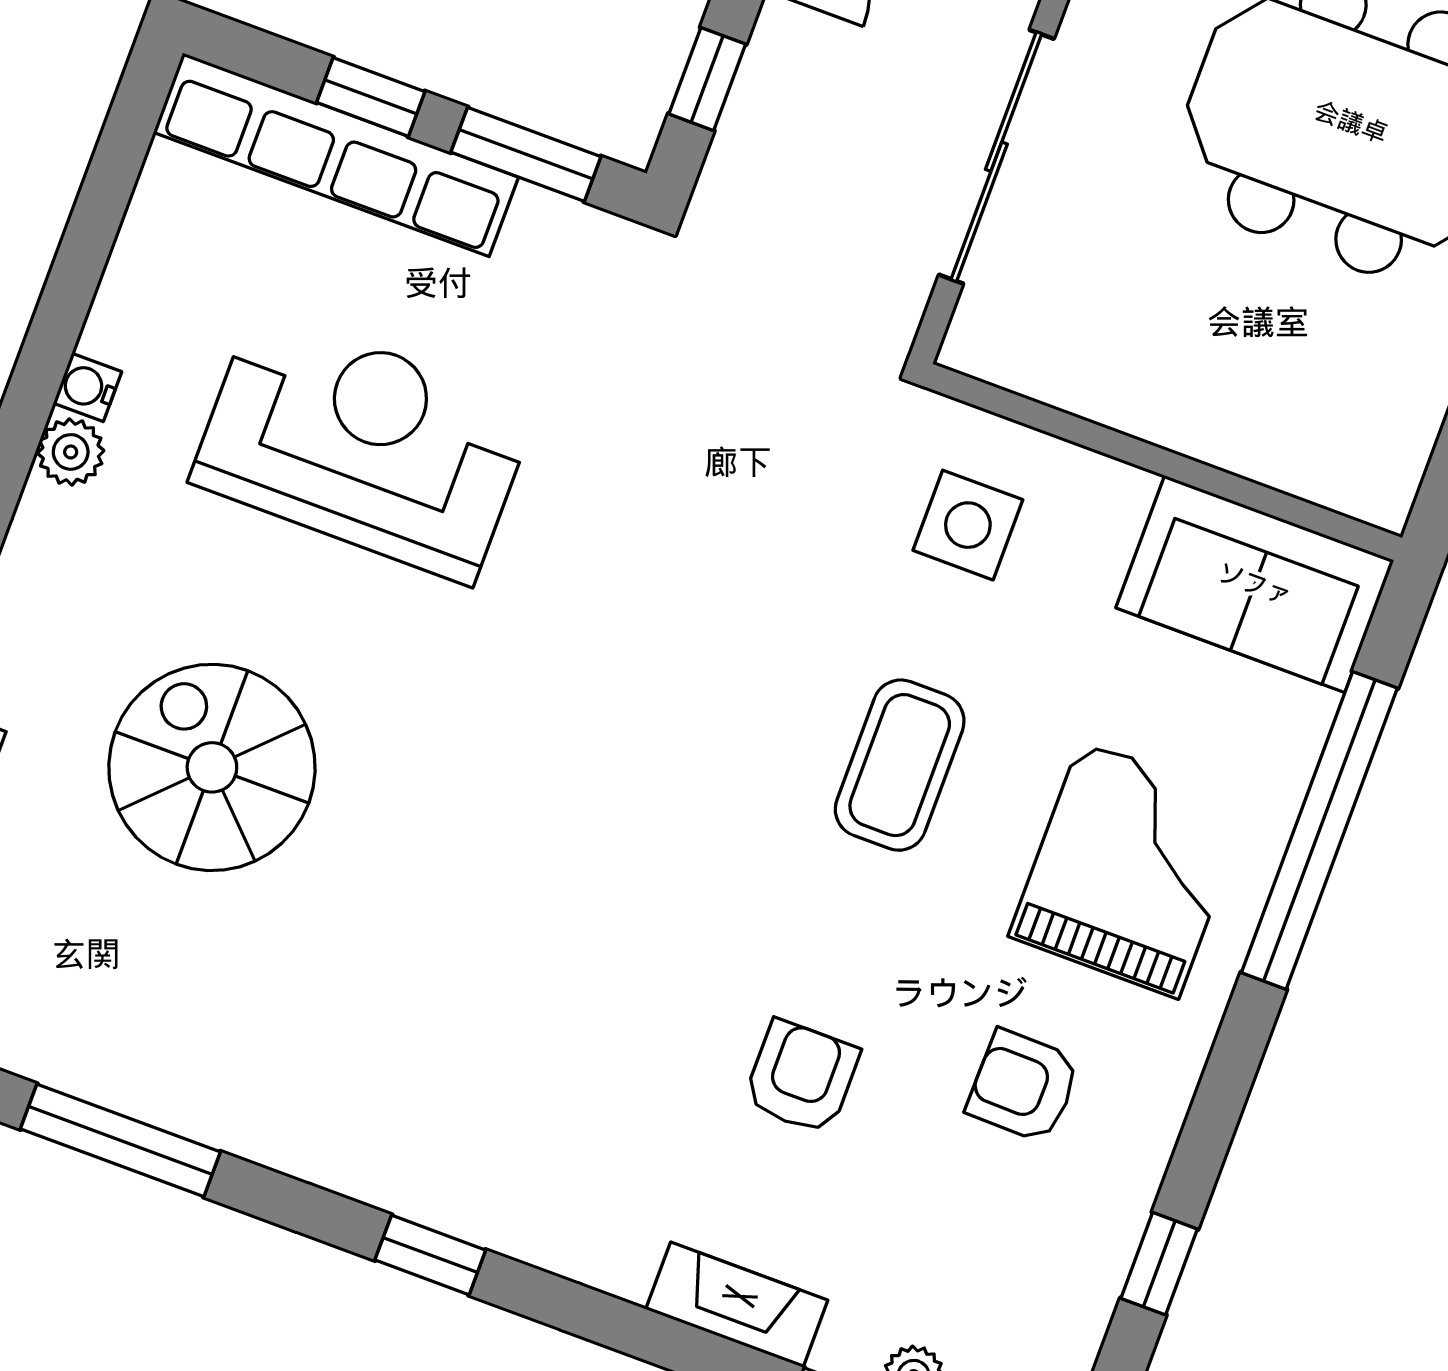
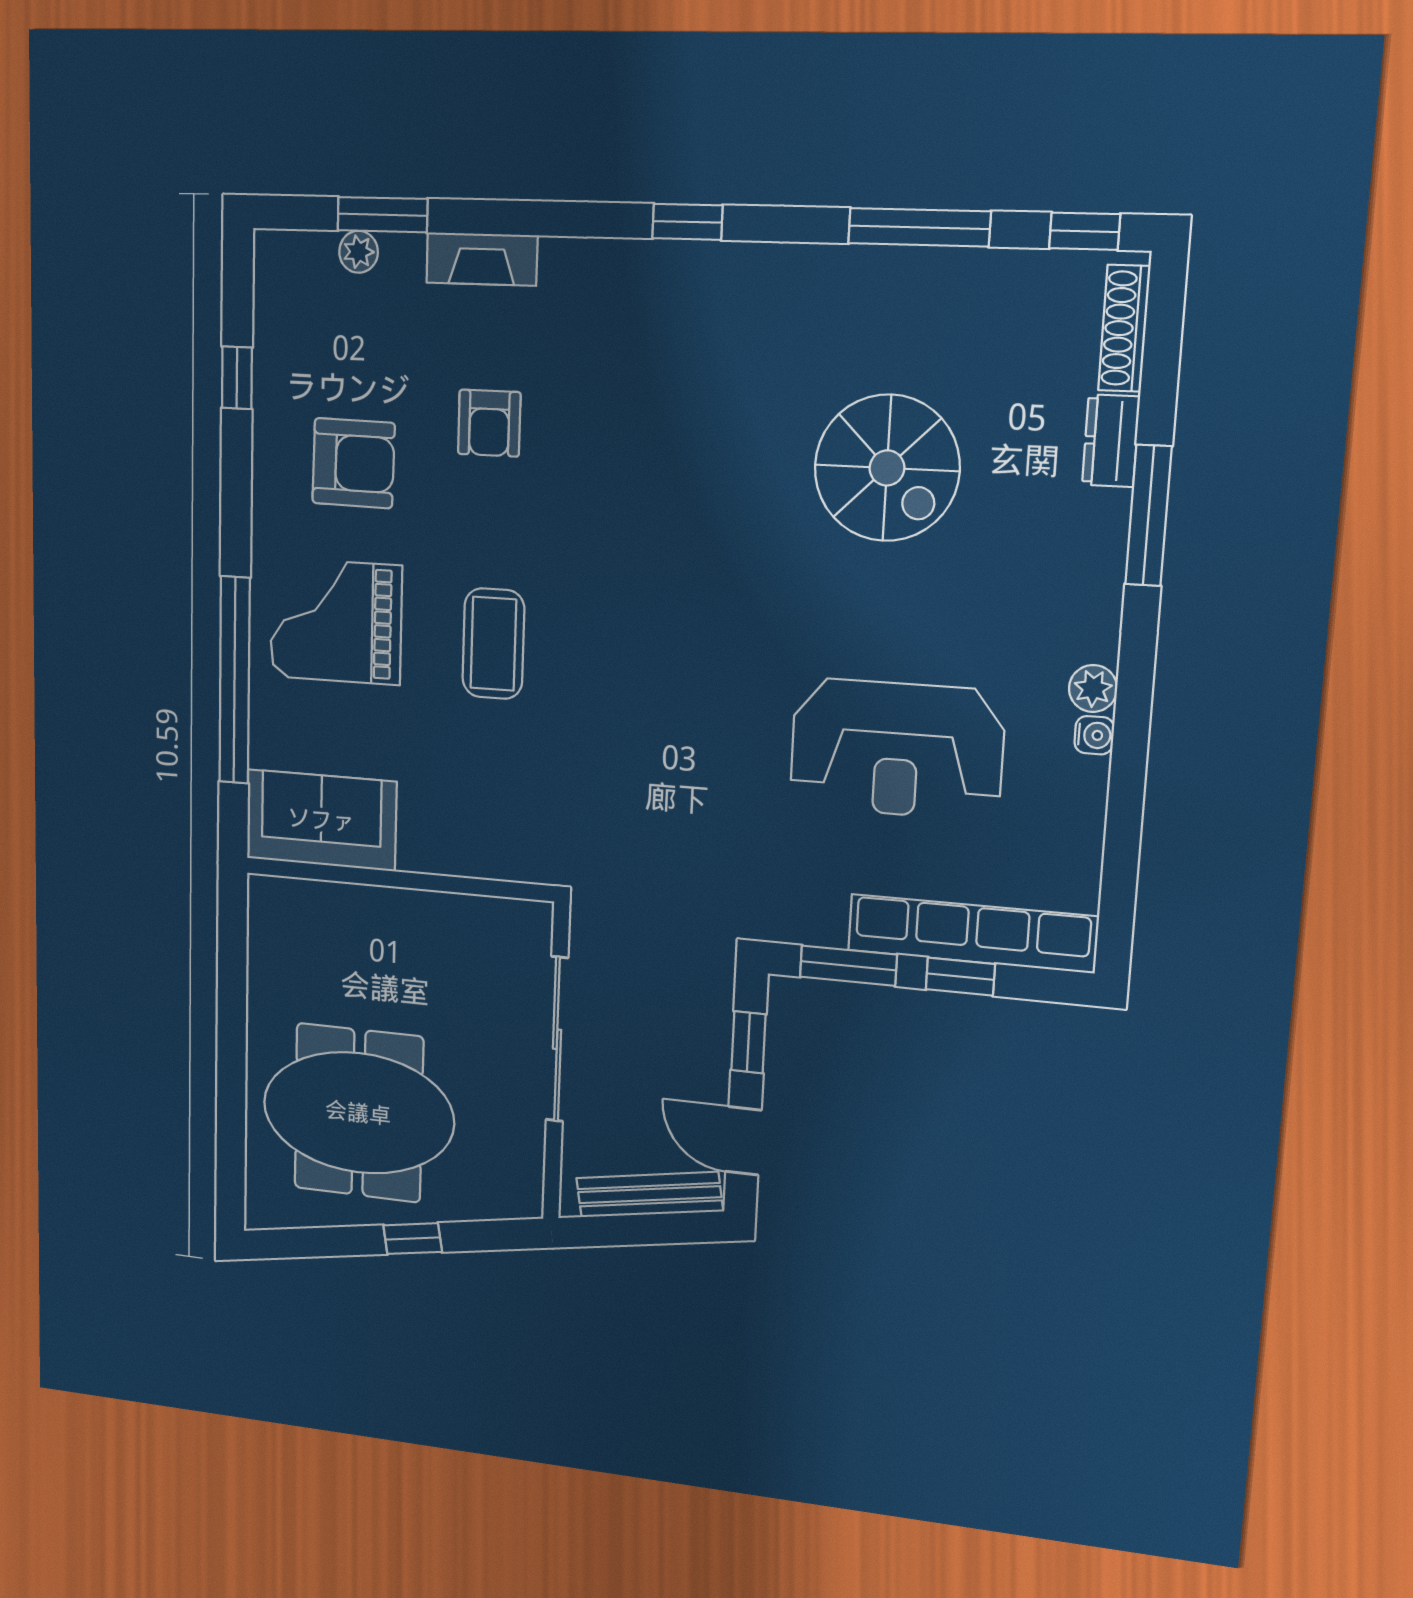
side table: (968, 525) -> (501, 807), removed
spiral stairs: (212, 767) -> (887, 468), moved
grand piano: (1130, 869) -> (336, 621), turned 90
armchair: (1023, 1086) -> (353, 463), width x1.38, depth x1.38

